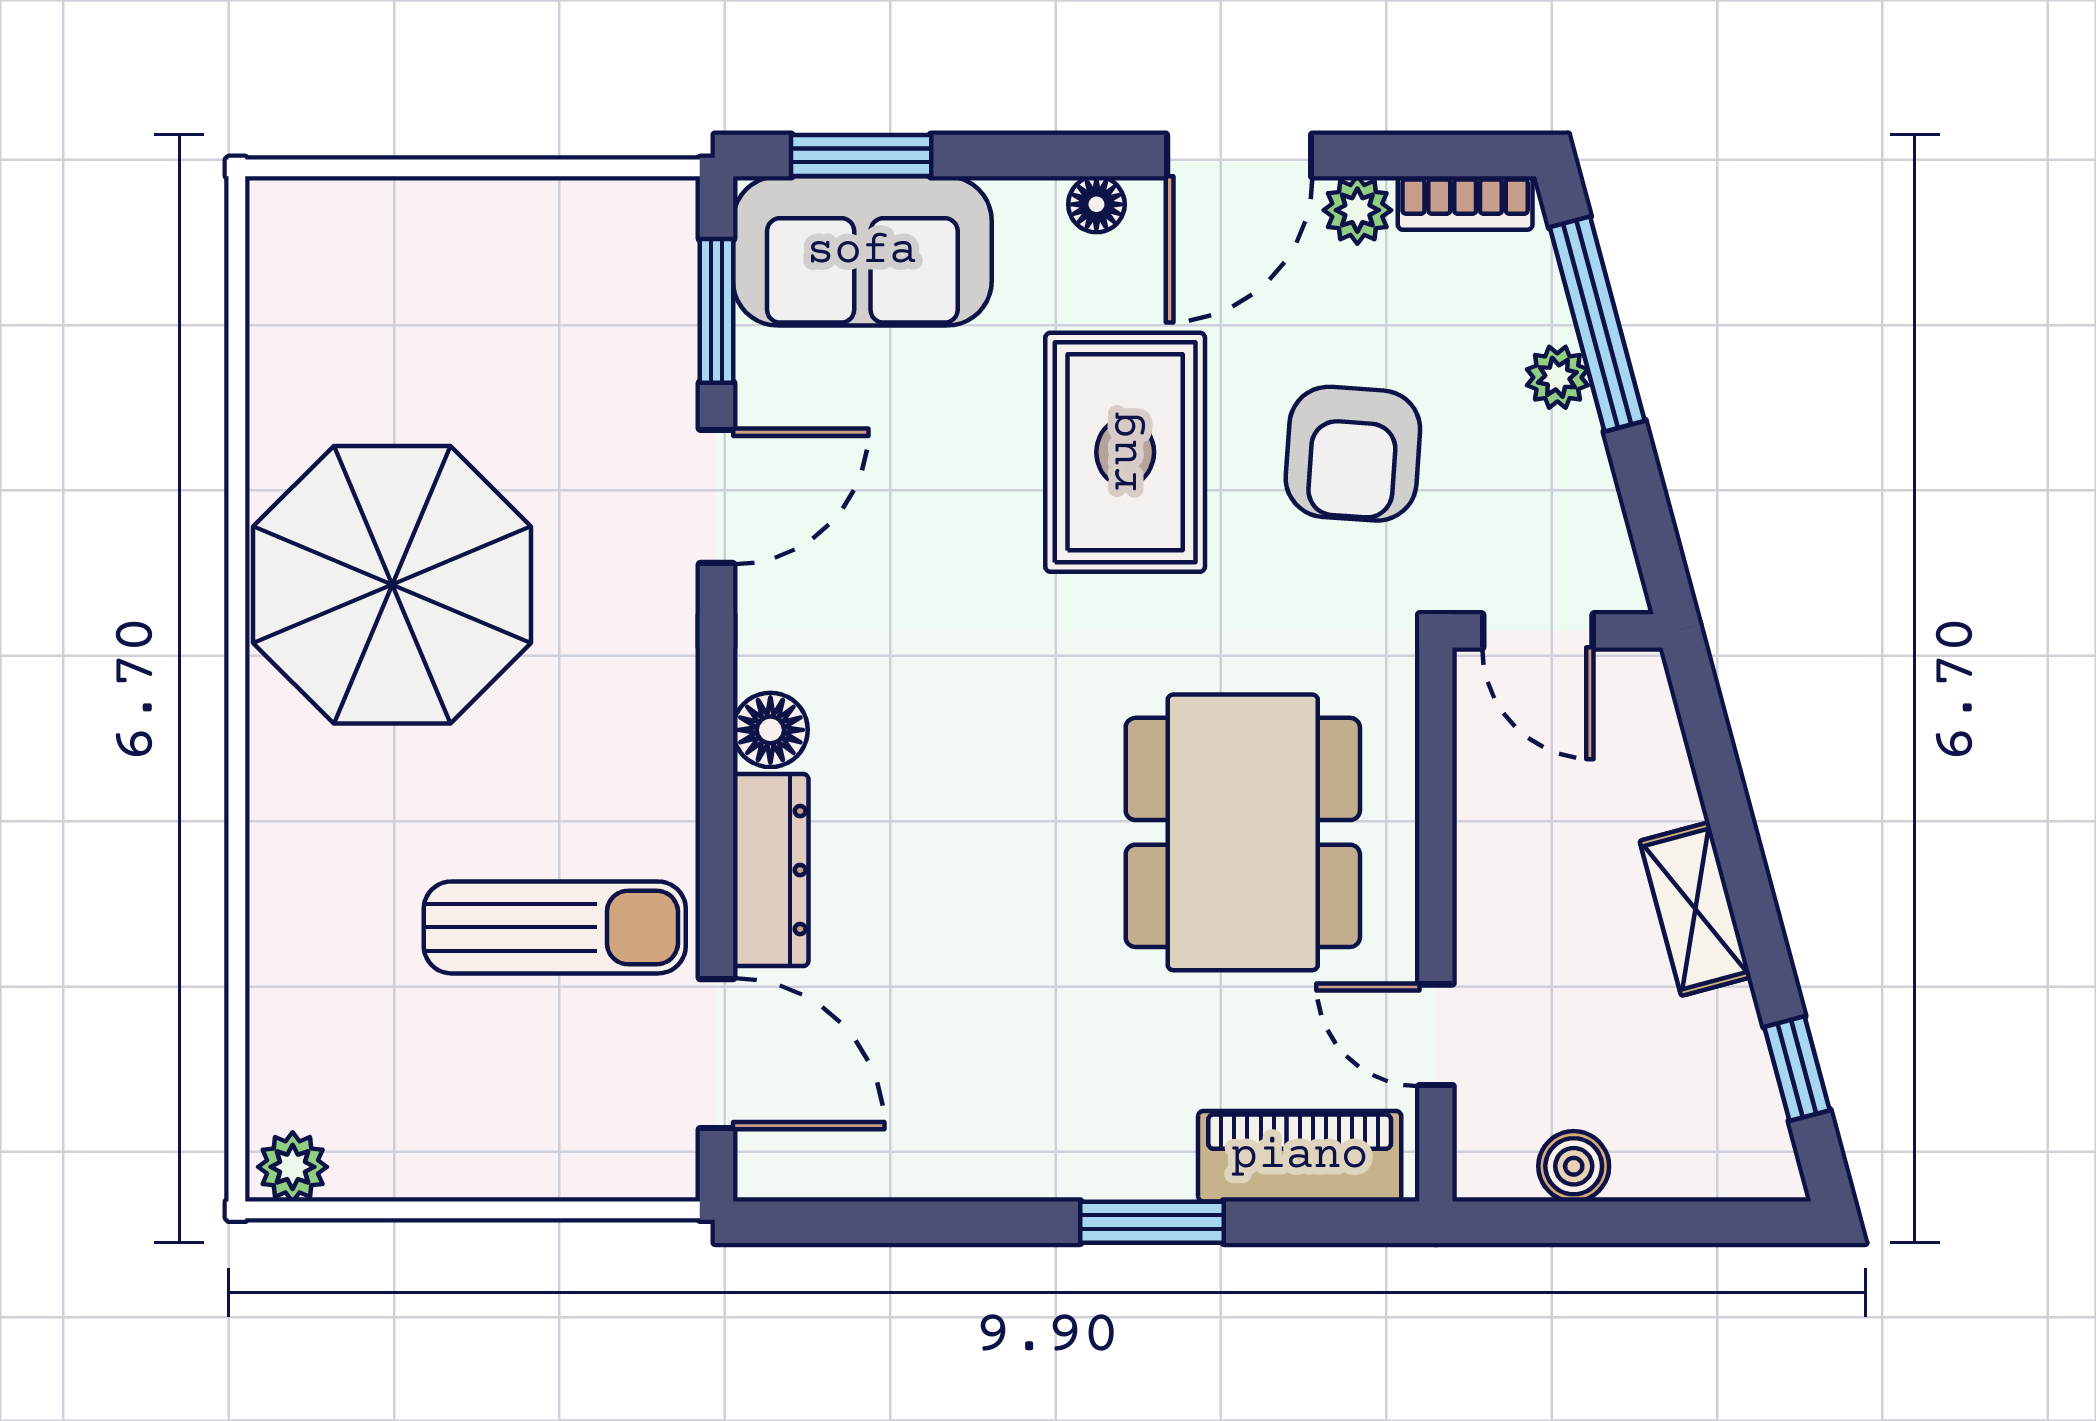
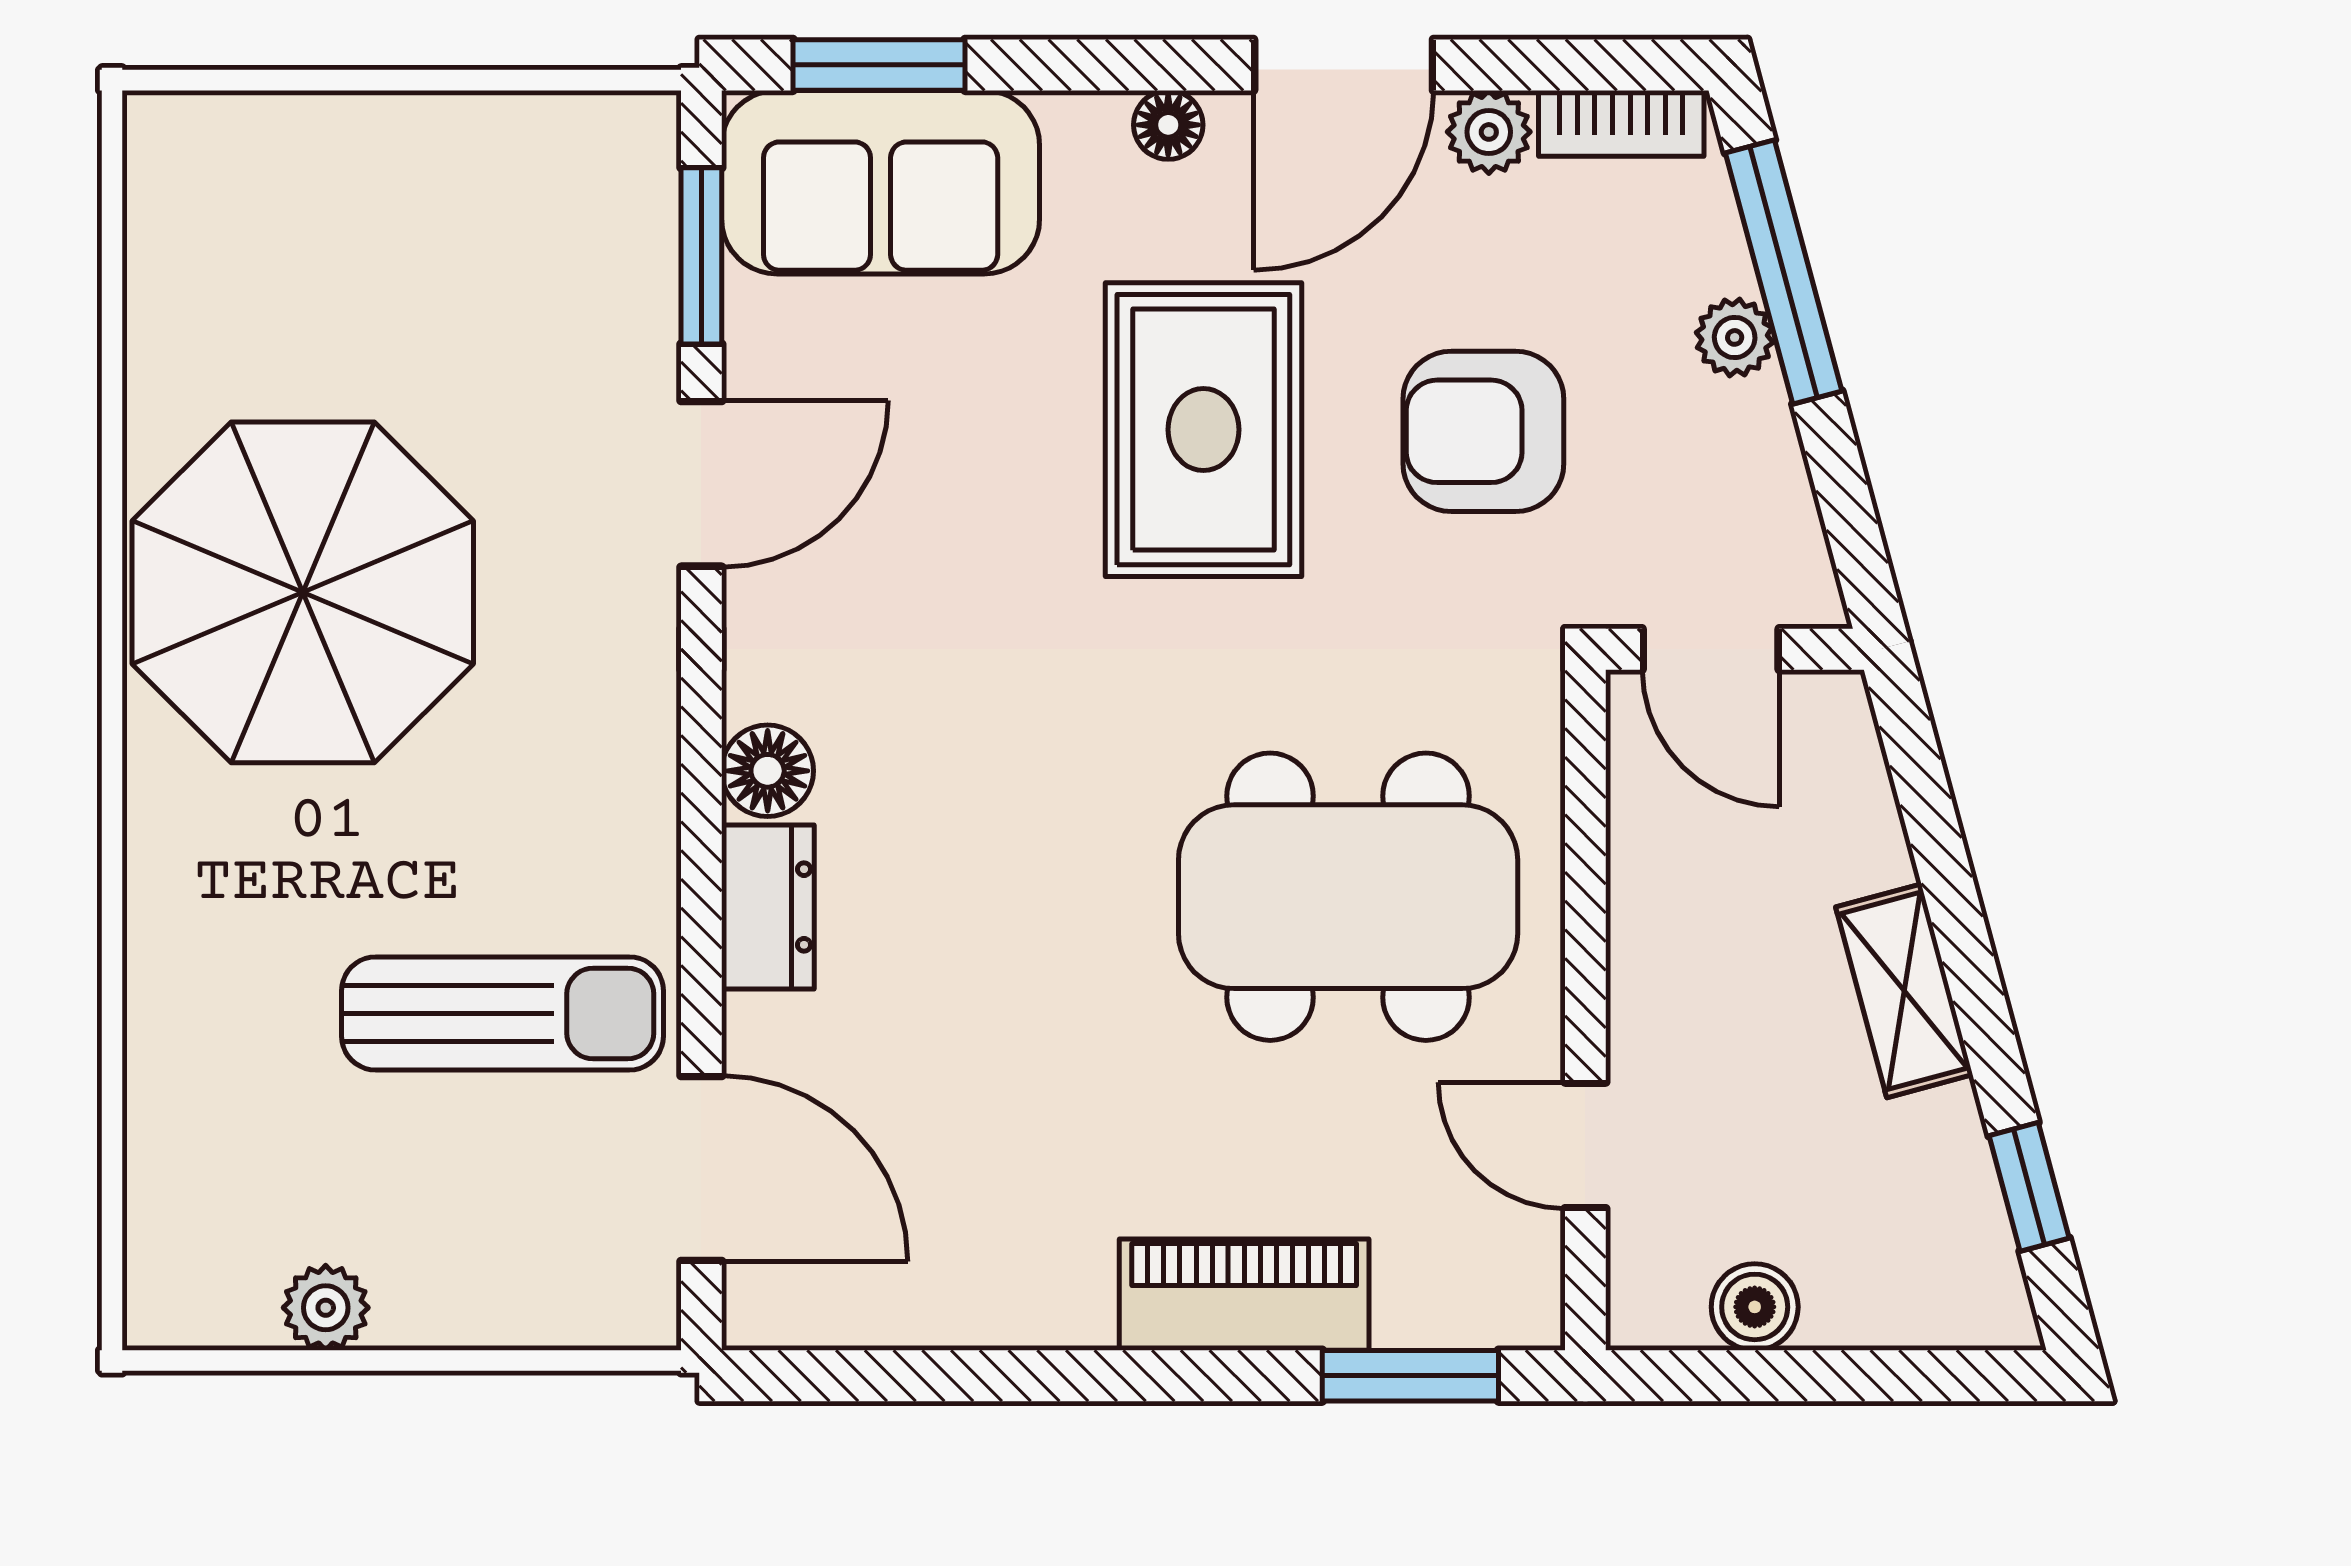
armchair: (1353, 454) -> (1483, 431), turned 86
dining table: (1243, 832) -> (1348, 897), turned 90
dresser: (771, 870) -> (768, 907), width x0.70
piano: (1300, 1156) -> (1244, 1295), moved
plant: (293, 1167) -> (326, 1308), moved
window: (1152, 1222) -> (1410, 1376), moved

